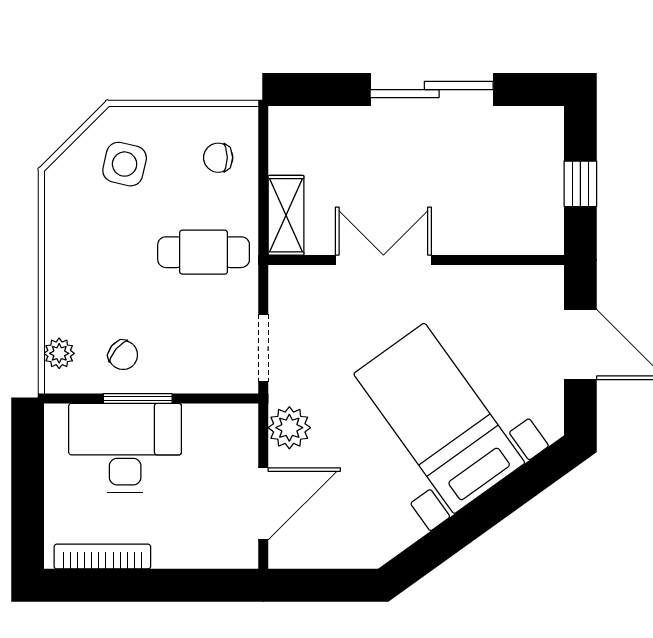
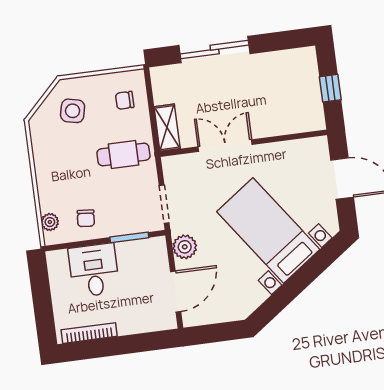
sliding door: (432, 90) -> (215, 50), moved
chair: (123, 355) -> (86, 218), turned 55
window: (138, 399) -> (129, 237), moved
desk: (125, 448) -> (94, 270), width x0.73

